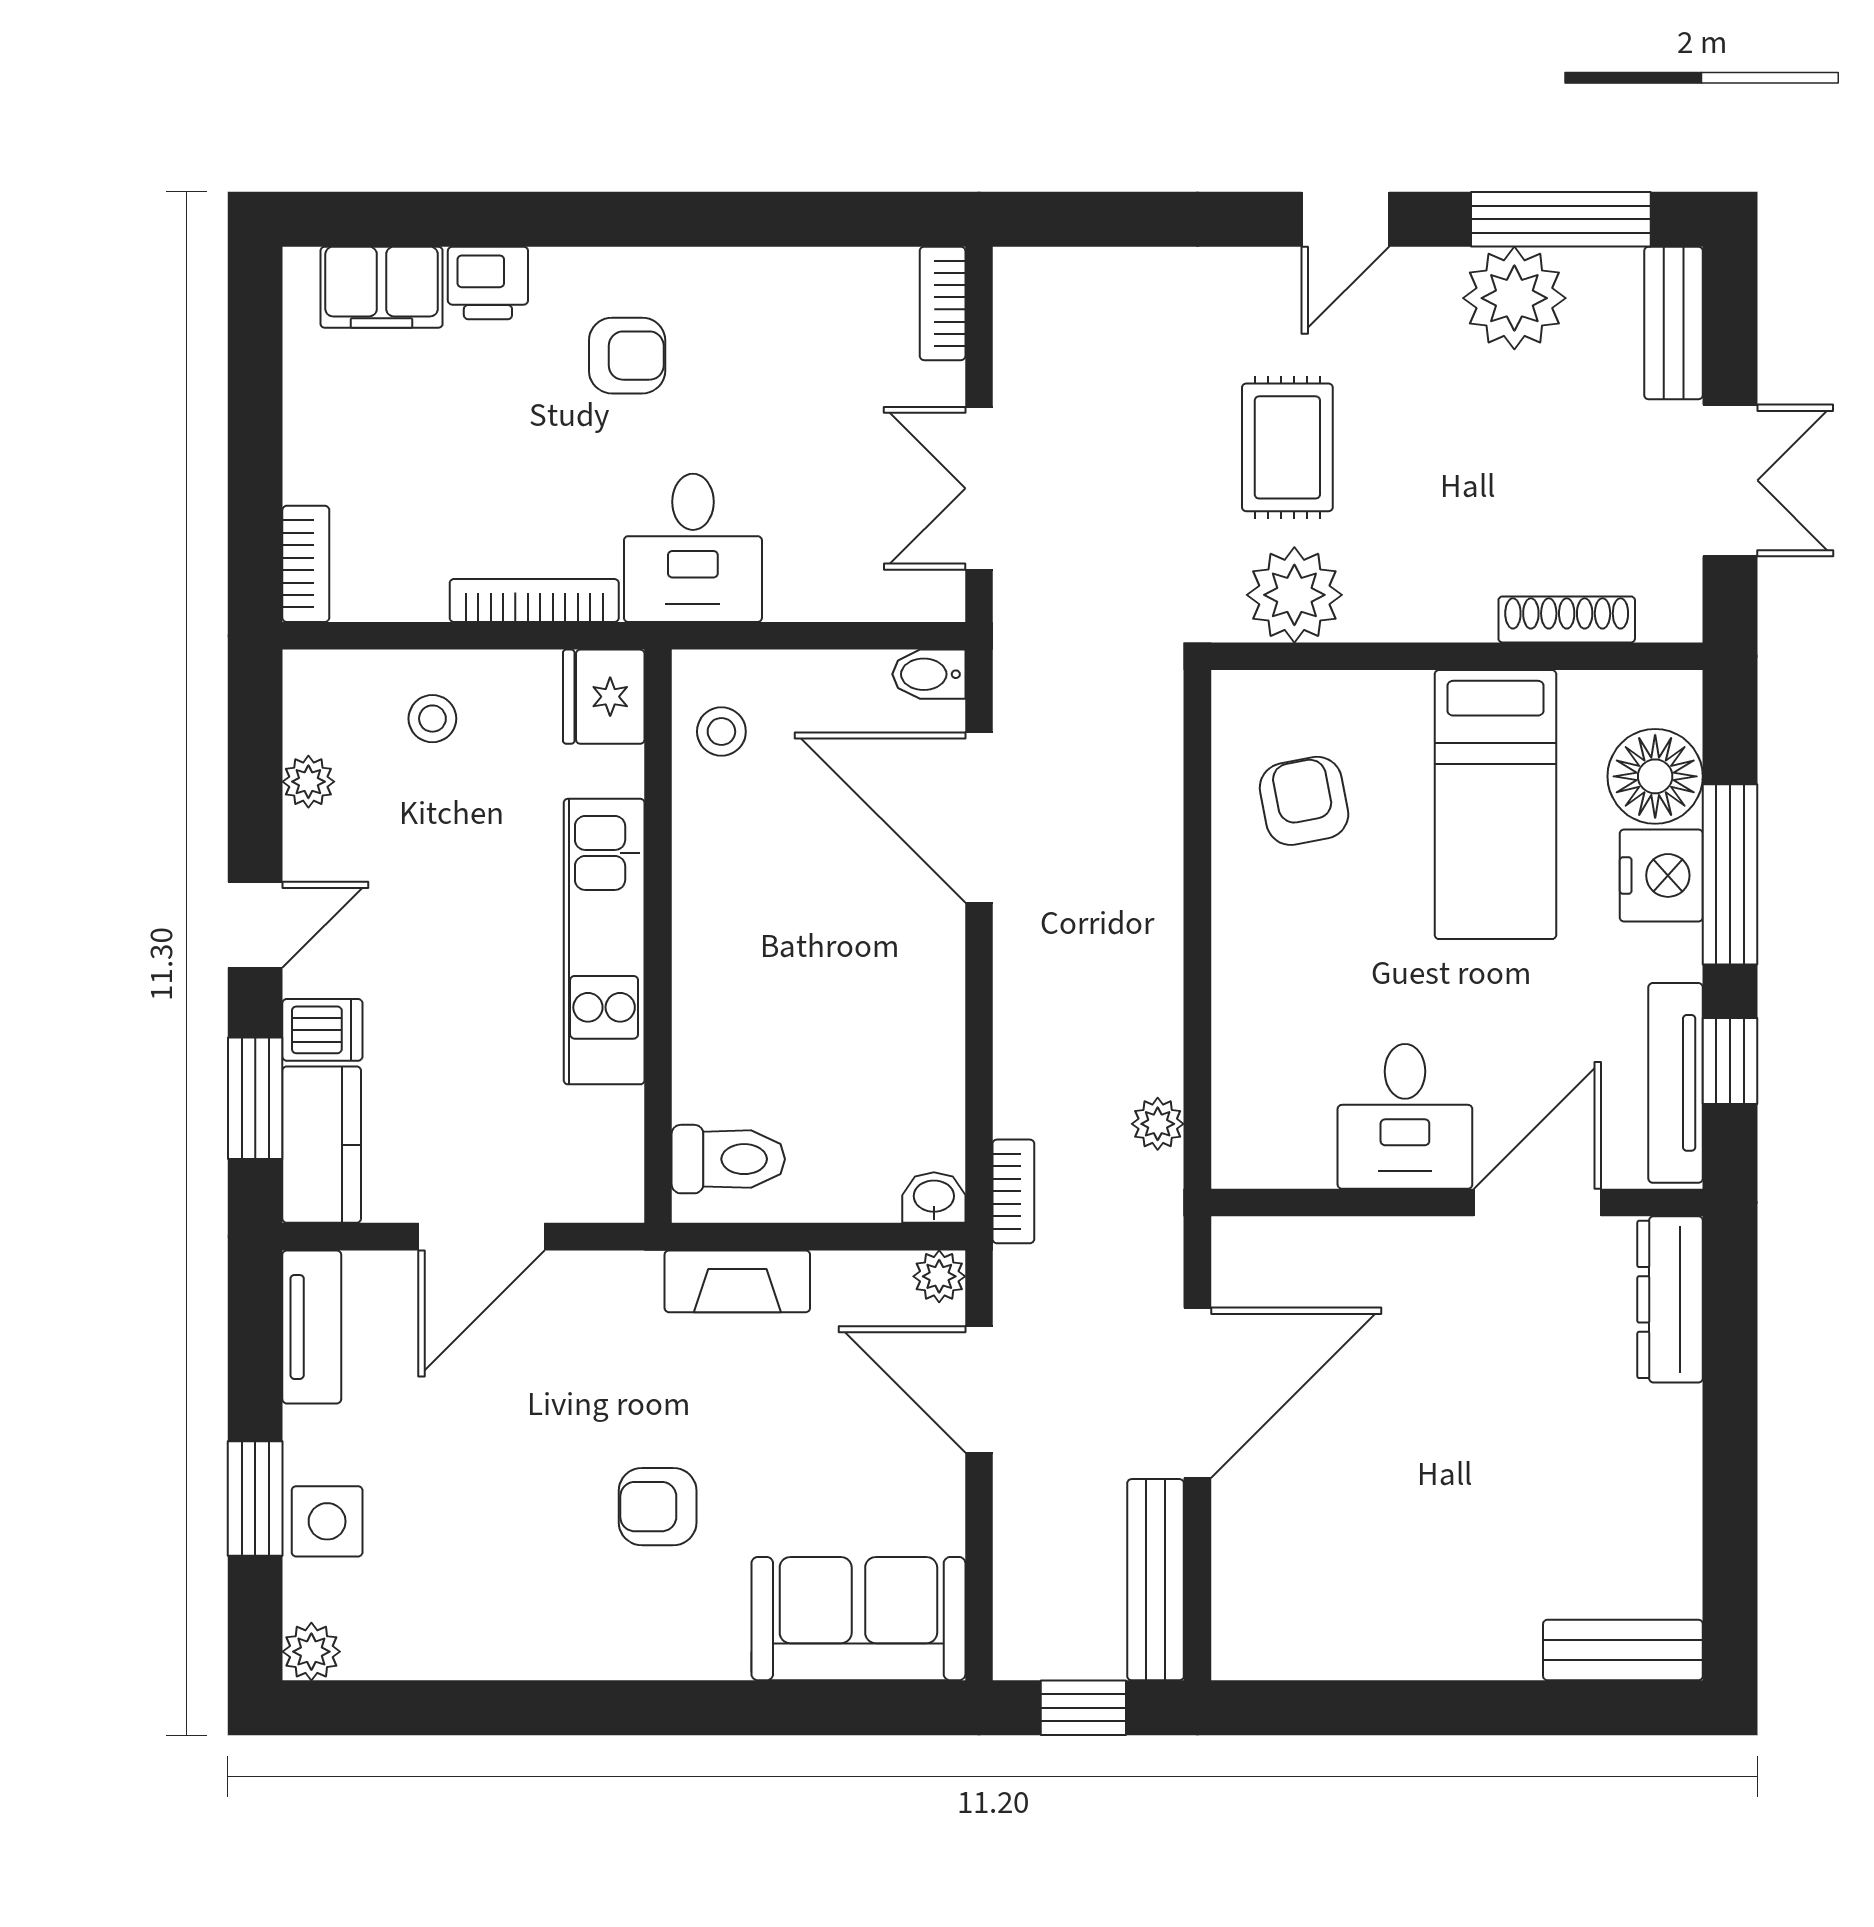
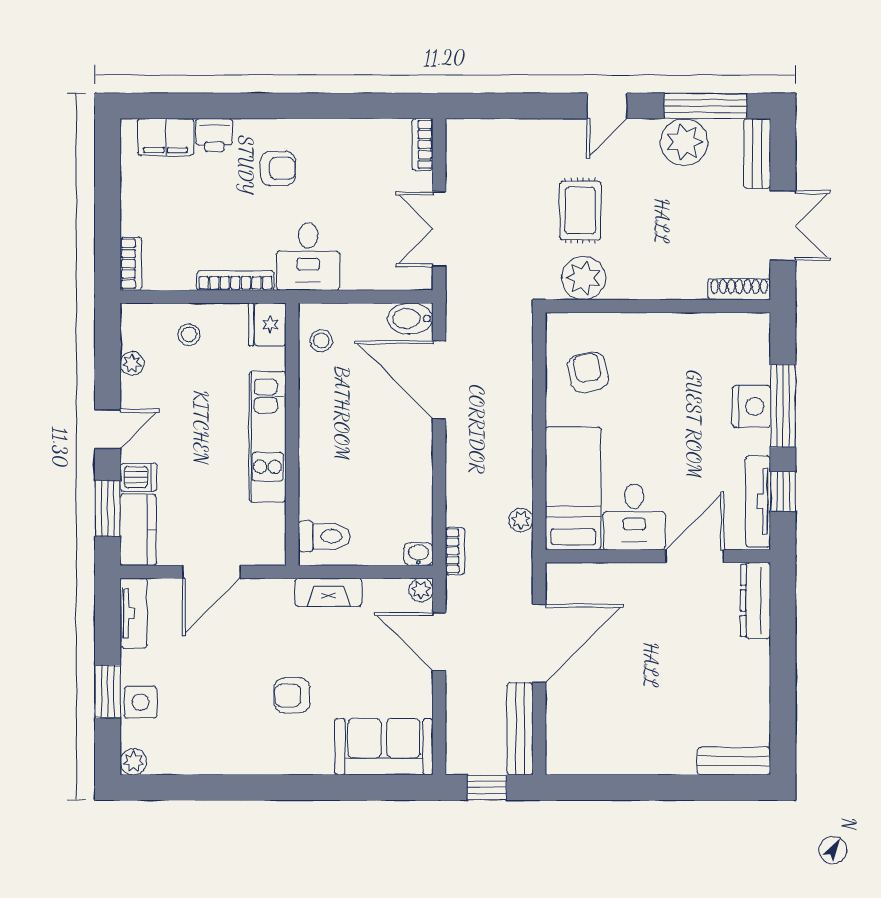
shoe rack: (1567, 619) -> (739, 289), moved
bidet: (929, 674) -> (410, 319), width x1.38, depth x1.36
floor lamp: (1655, 776) -> (749, 361), removed
bed: (1495, 805) -> (573, 488), moved, turned 180

